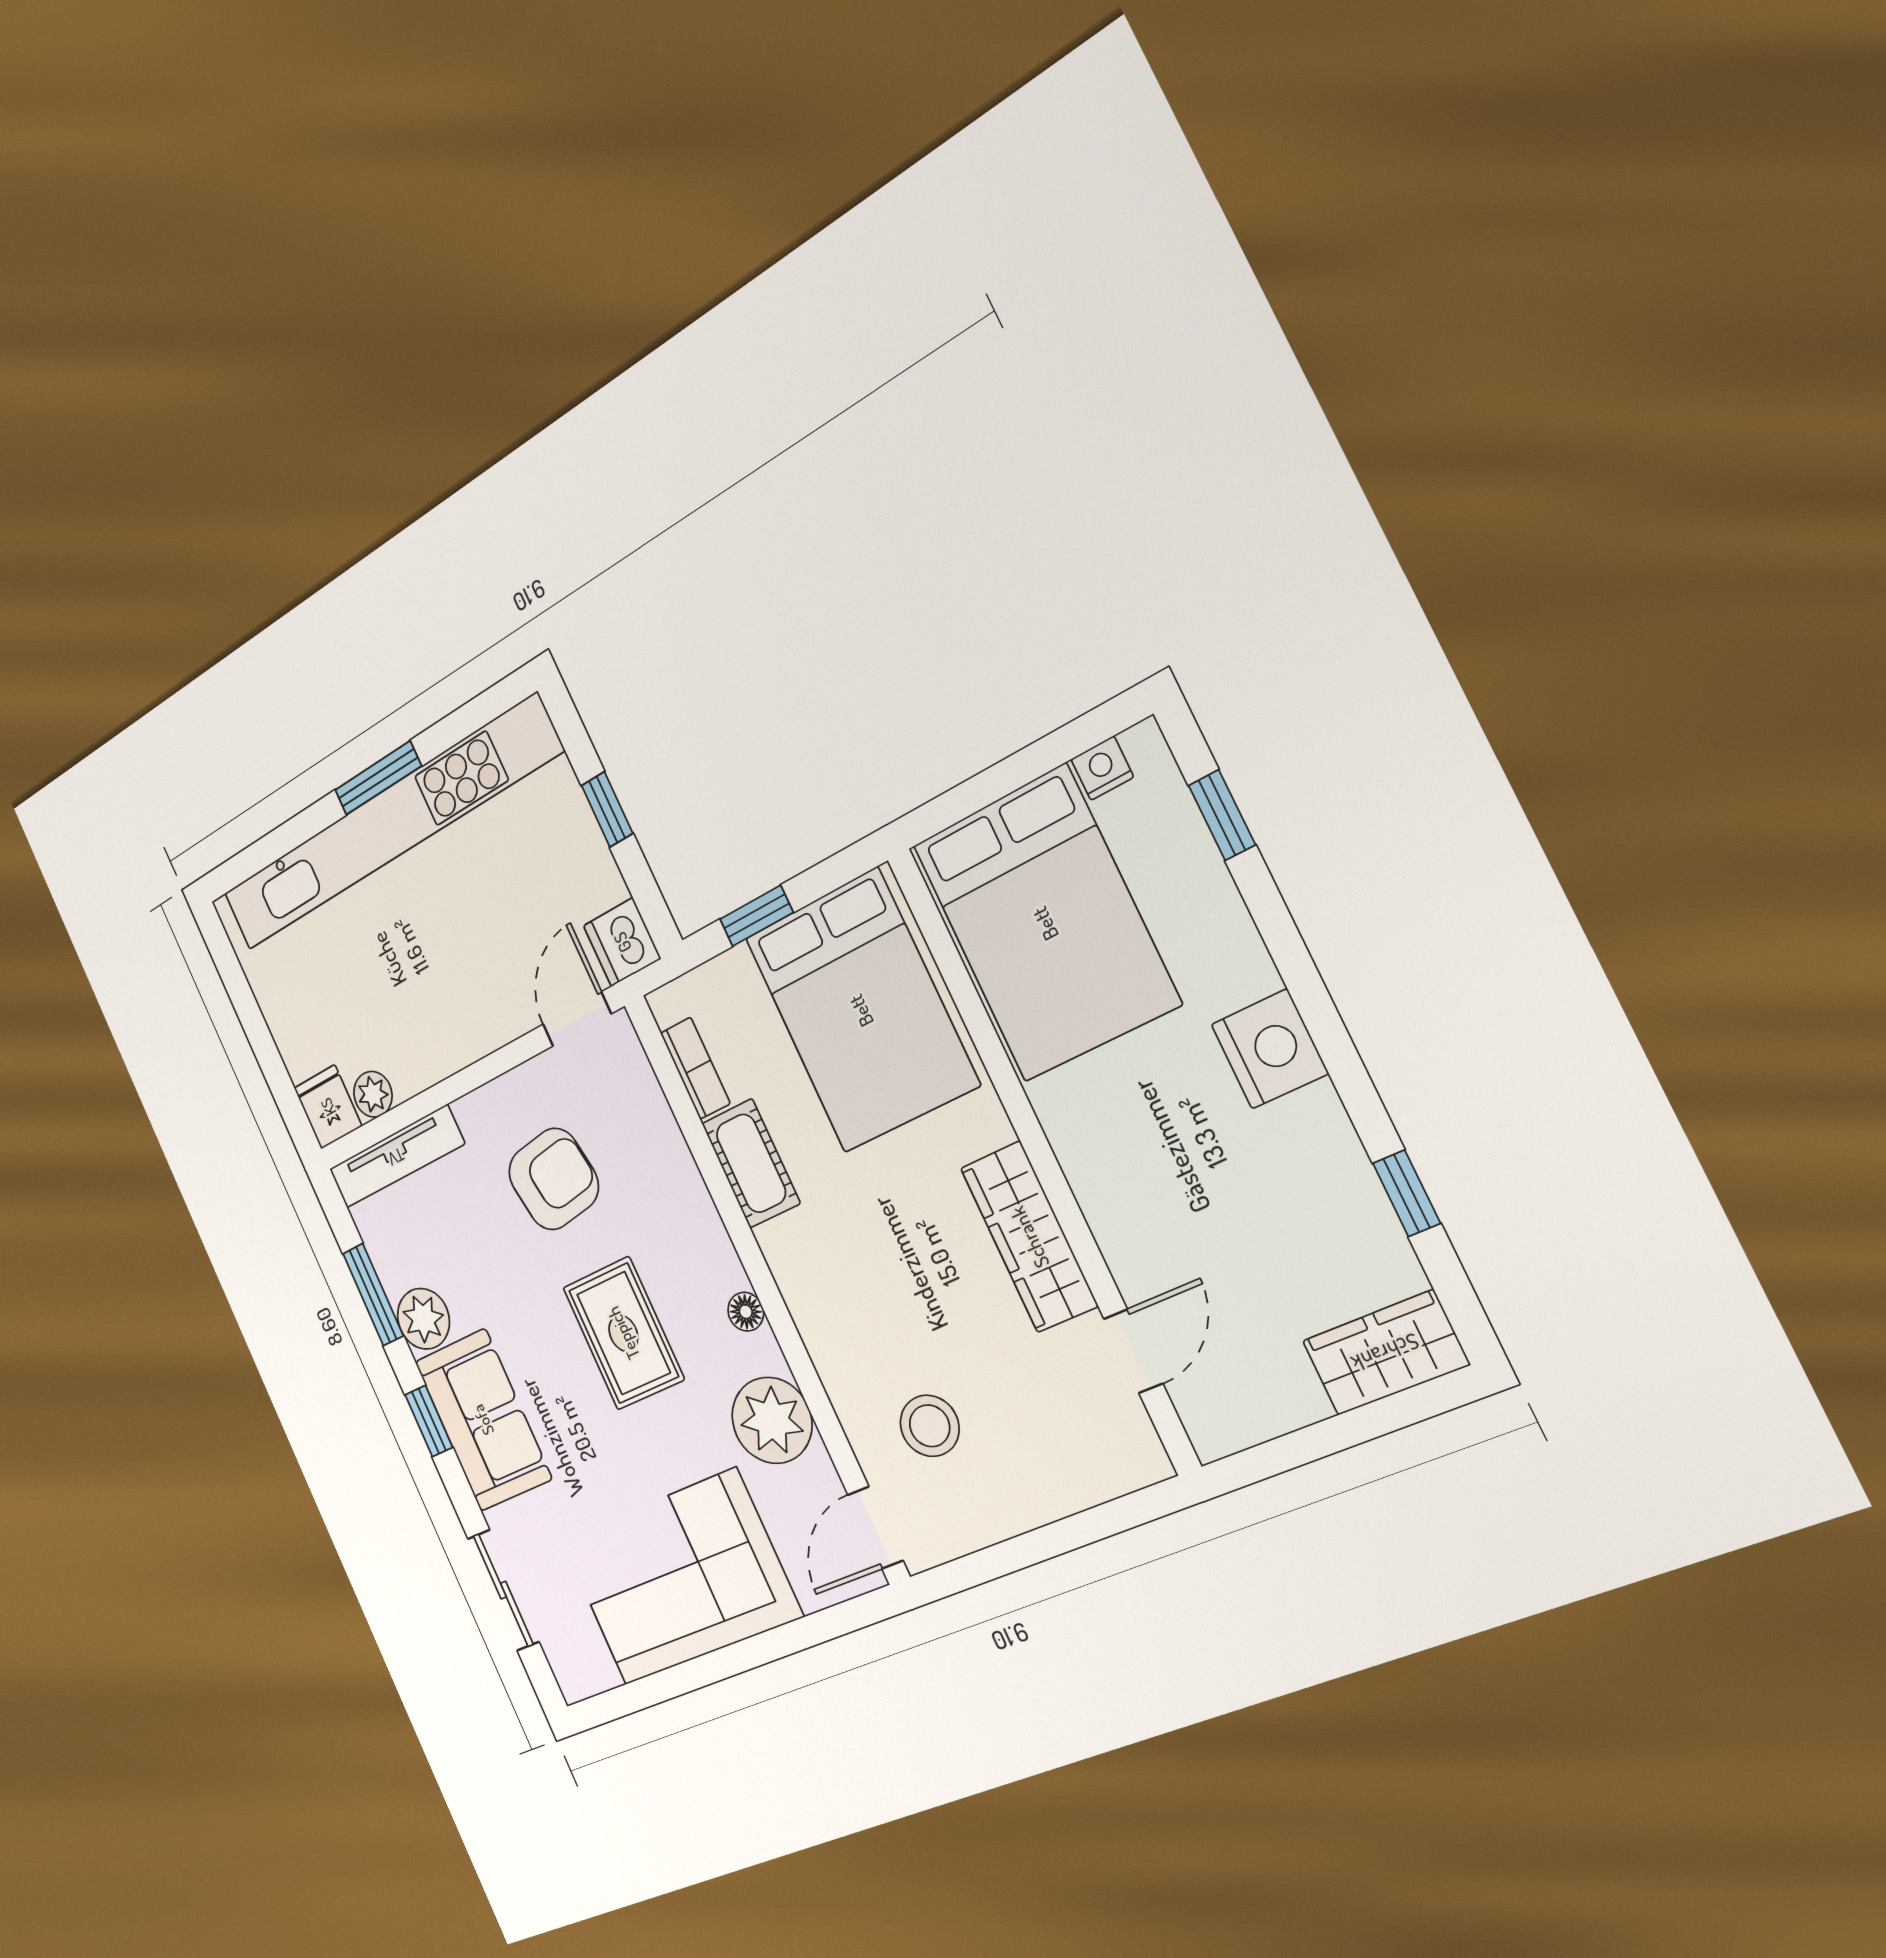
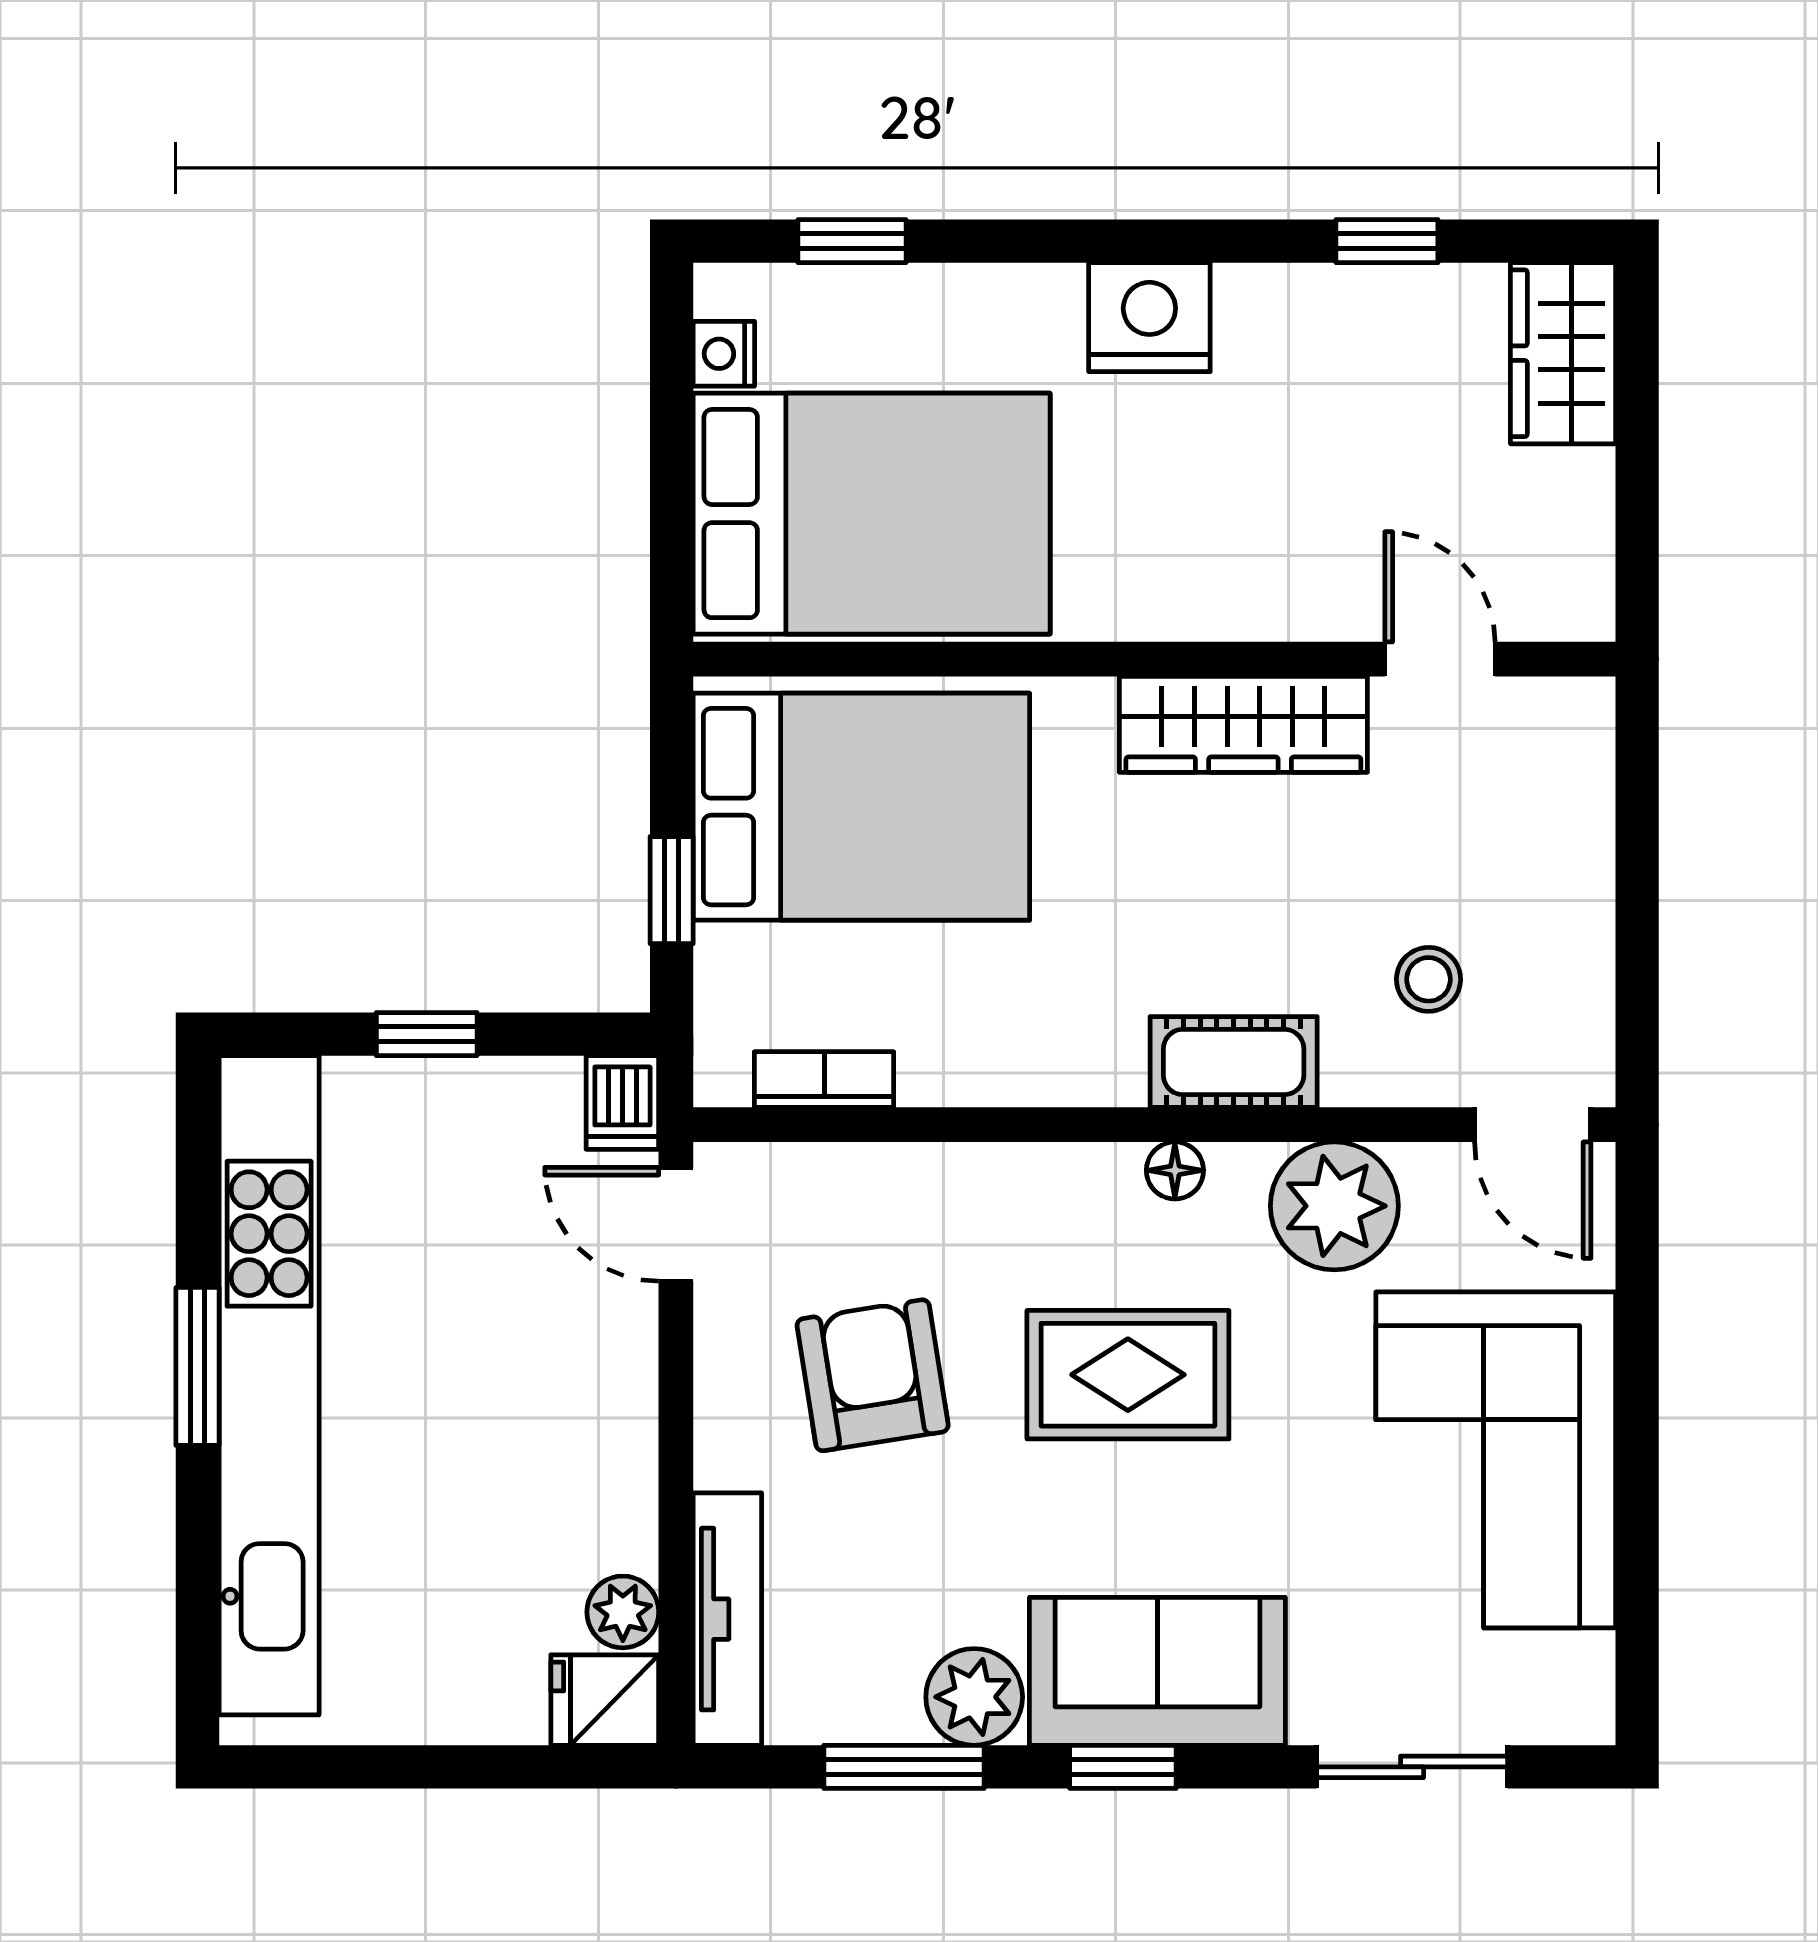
dishwasher: (622, 942) -> (622, 1102), width x0.73
cot: (751, 1163) -> (1234, 1062), moved
stool: (930, 1426) -> (1428, 979), width x0.73, depth x0.73

